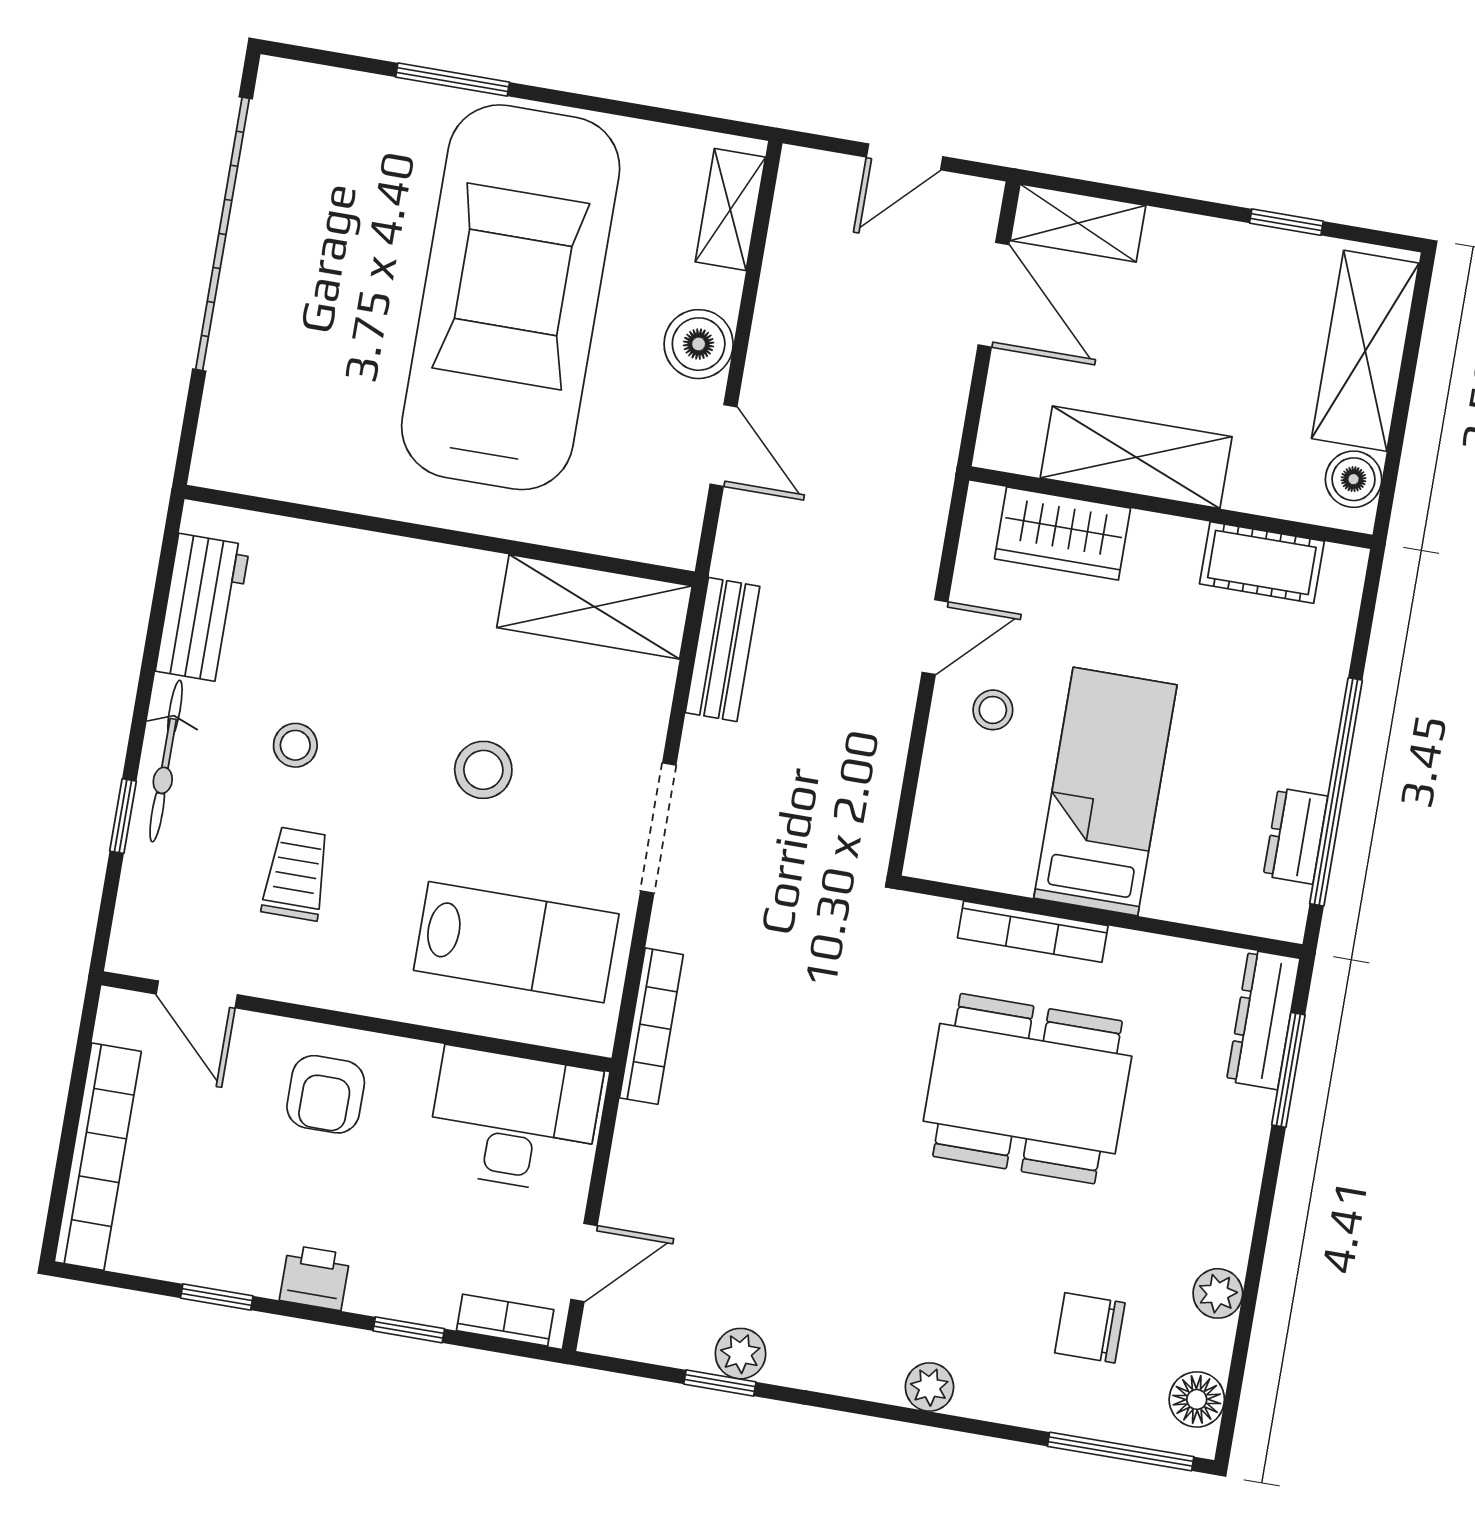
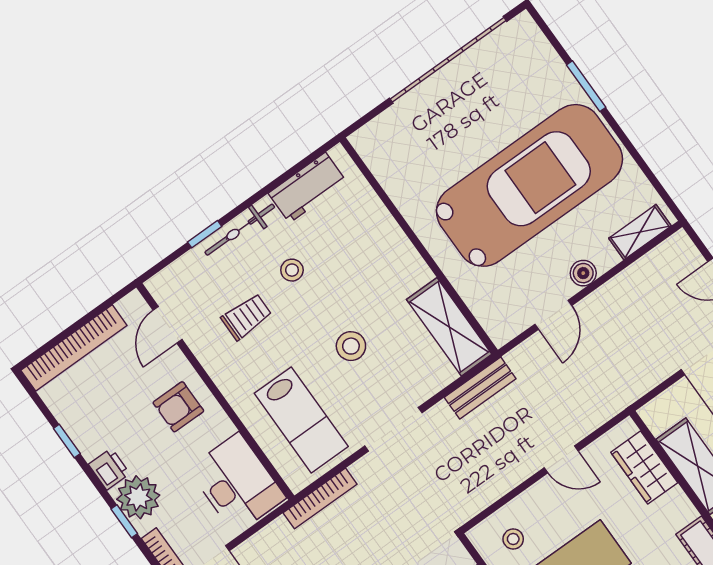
boiler: (699, 344) -> (583, 273), width x0.73, depth x0.73
stool: (993, 710) -> (513, 539), moved
plant: (395, 1277) -> (138, 497), added

